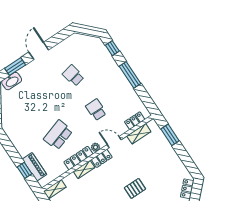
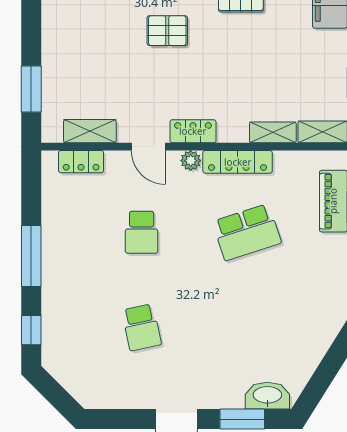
shelving: (84, 169) -> (273, 132), moved

